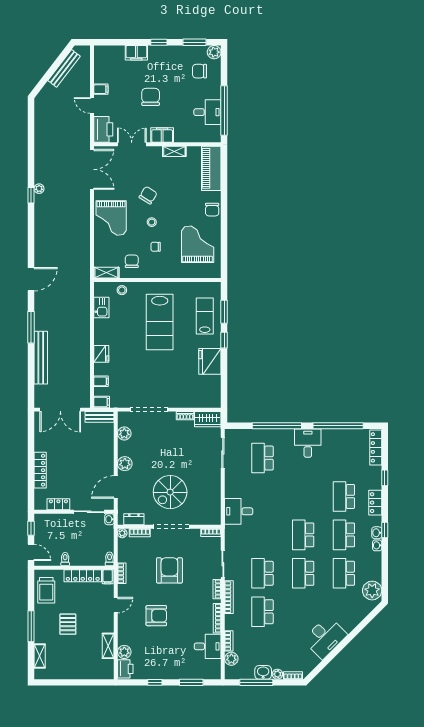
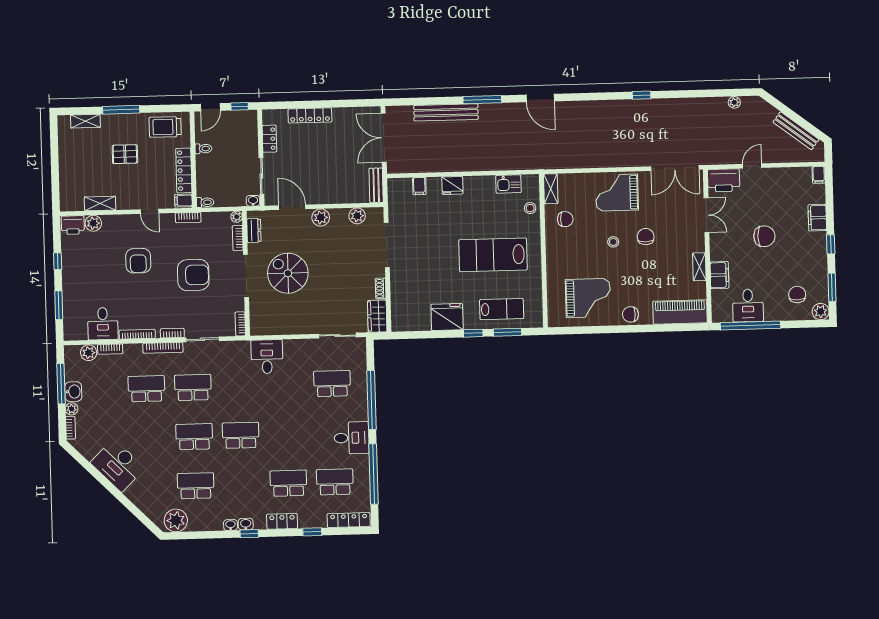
filing cabinet: (101, 89) -> (819, 175), moved
filing cabinet: (162, 135) -> (719, 275), moved
plant: (39, 189) -> (734, 102), moved
chair: (148, 195) -> (646, 237), turned -122
chair: (156, 247) -> (584, 247), removed
filing cabinet: (102, 402) -> (394, 187), removed
school desk: (344, 535) -> (335, 482), moved

